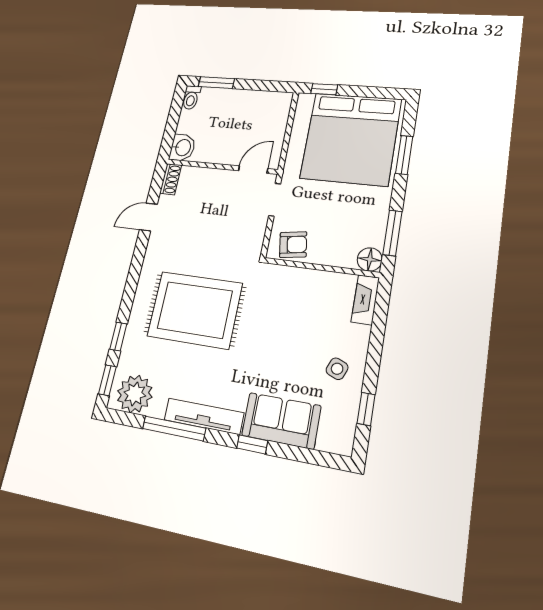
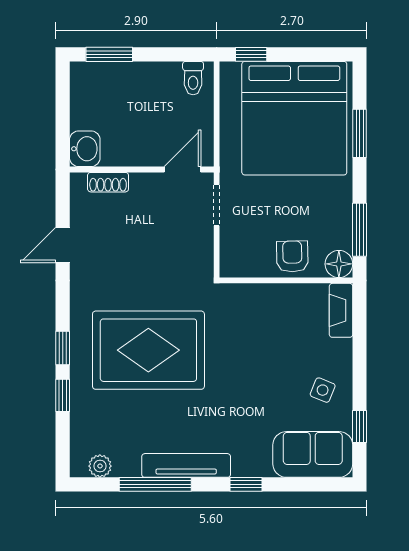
toilet: (191, 98) -> (193, 78), moved
shoe rack: (171, 179) -> (108, 182), moved, turned 90
armchair: (293, 245) -> (292, 256), moved, turned -82
window: (107, 380) -> (63, 348), moved
plant: (135, 394) -> (100, 466), width x0.53, depth x0.53
sofa: (281, 421) -> (313, 454), moved

